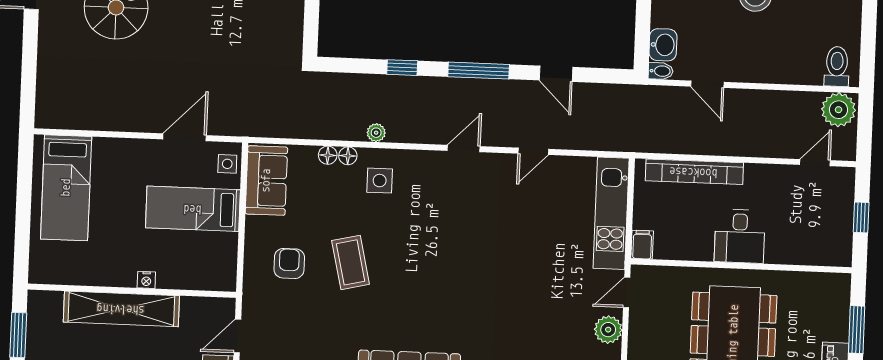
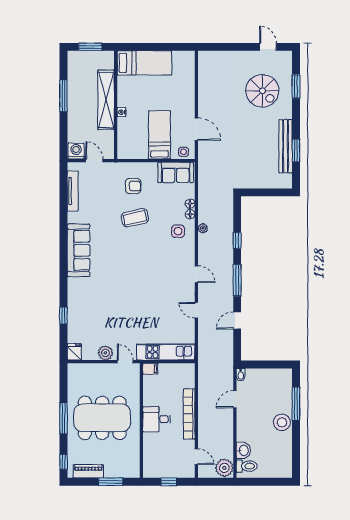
washbasin: (663, 45) -> (243, 450), moved, turned -90
bookcase: (694, 172) -> (189, 414), moved
bed: (66, 188) -> (144, 63), moved, turned 180

